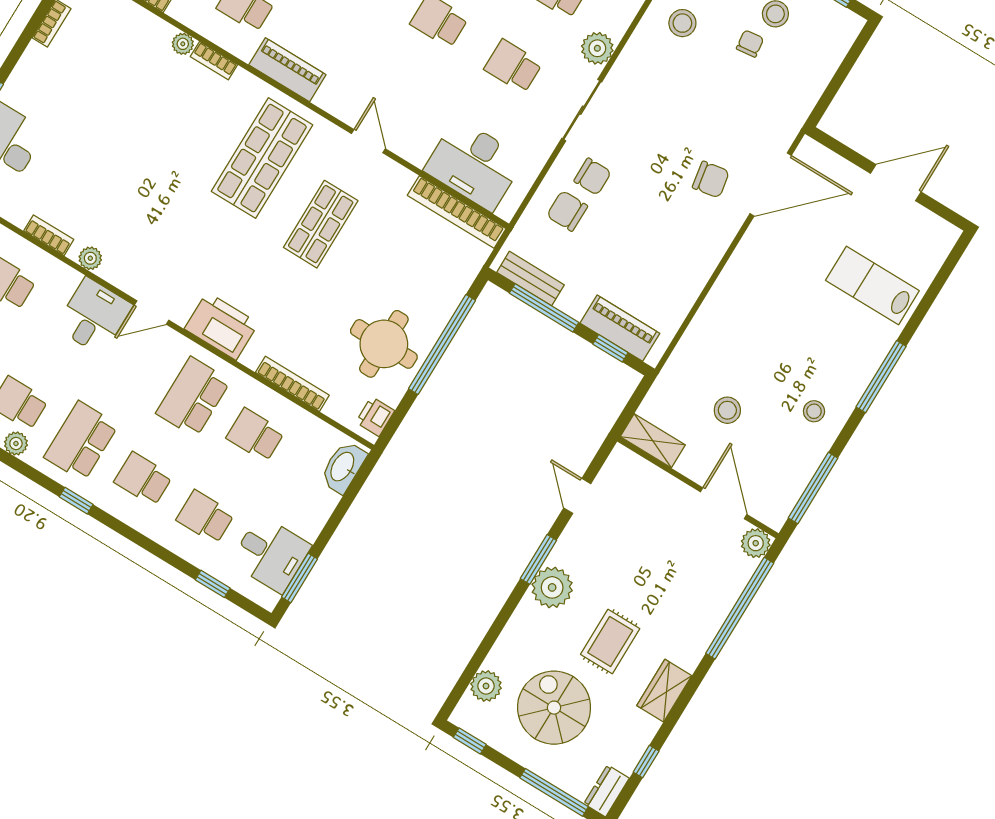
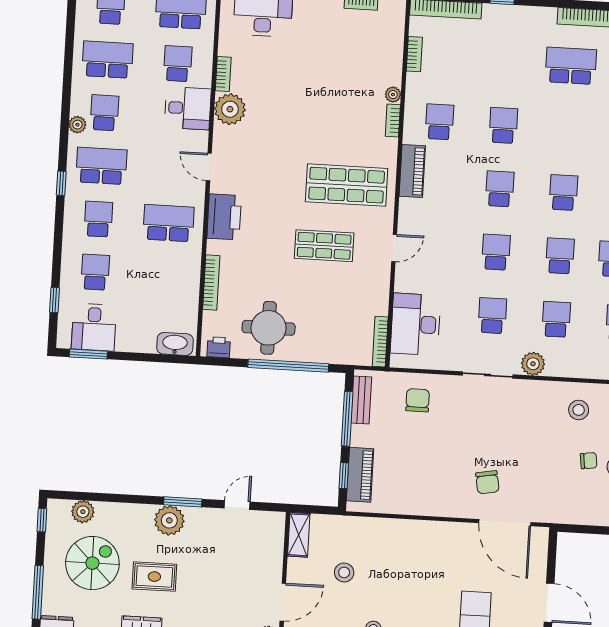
chair: (593, 177) -> (449, 405), removed
bookcase: (457, 212) -> (380, 342), width x0.68, depth x0.76
plant: (90, 258) -> (230, 109), width x1.88, depth x1.88
desk: (94, 316) -> (188, 108), moved
school desk: (255, 435) -> (165, 276), removed

